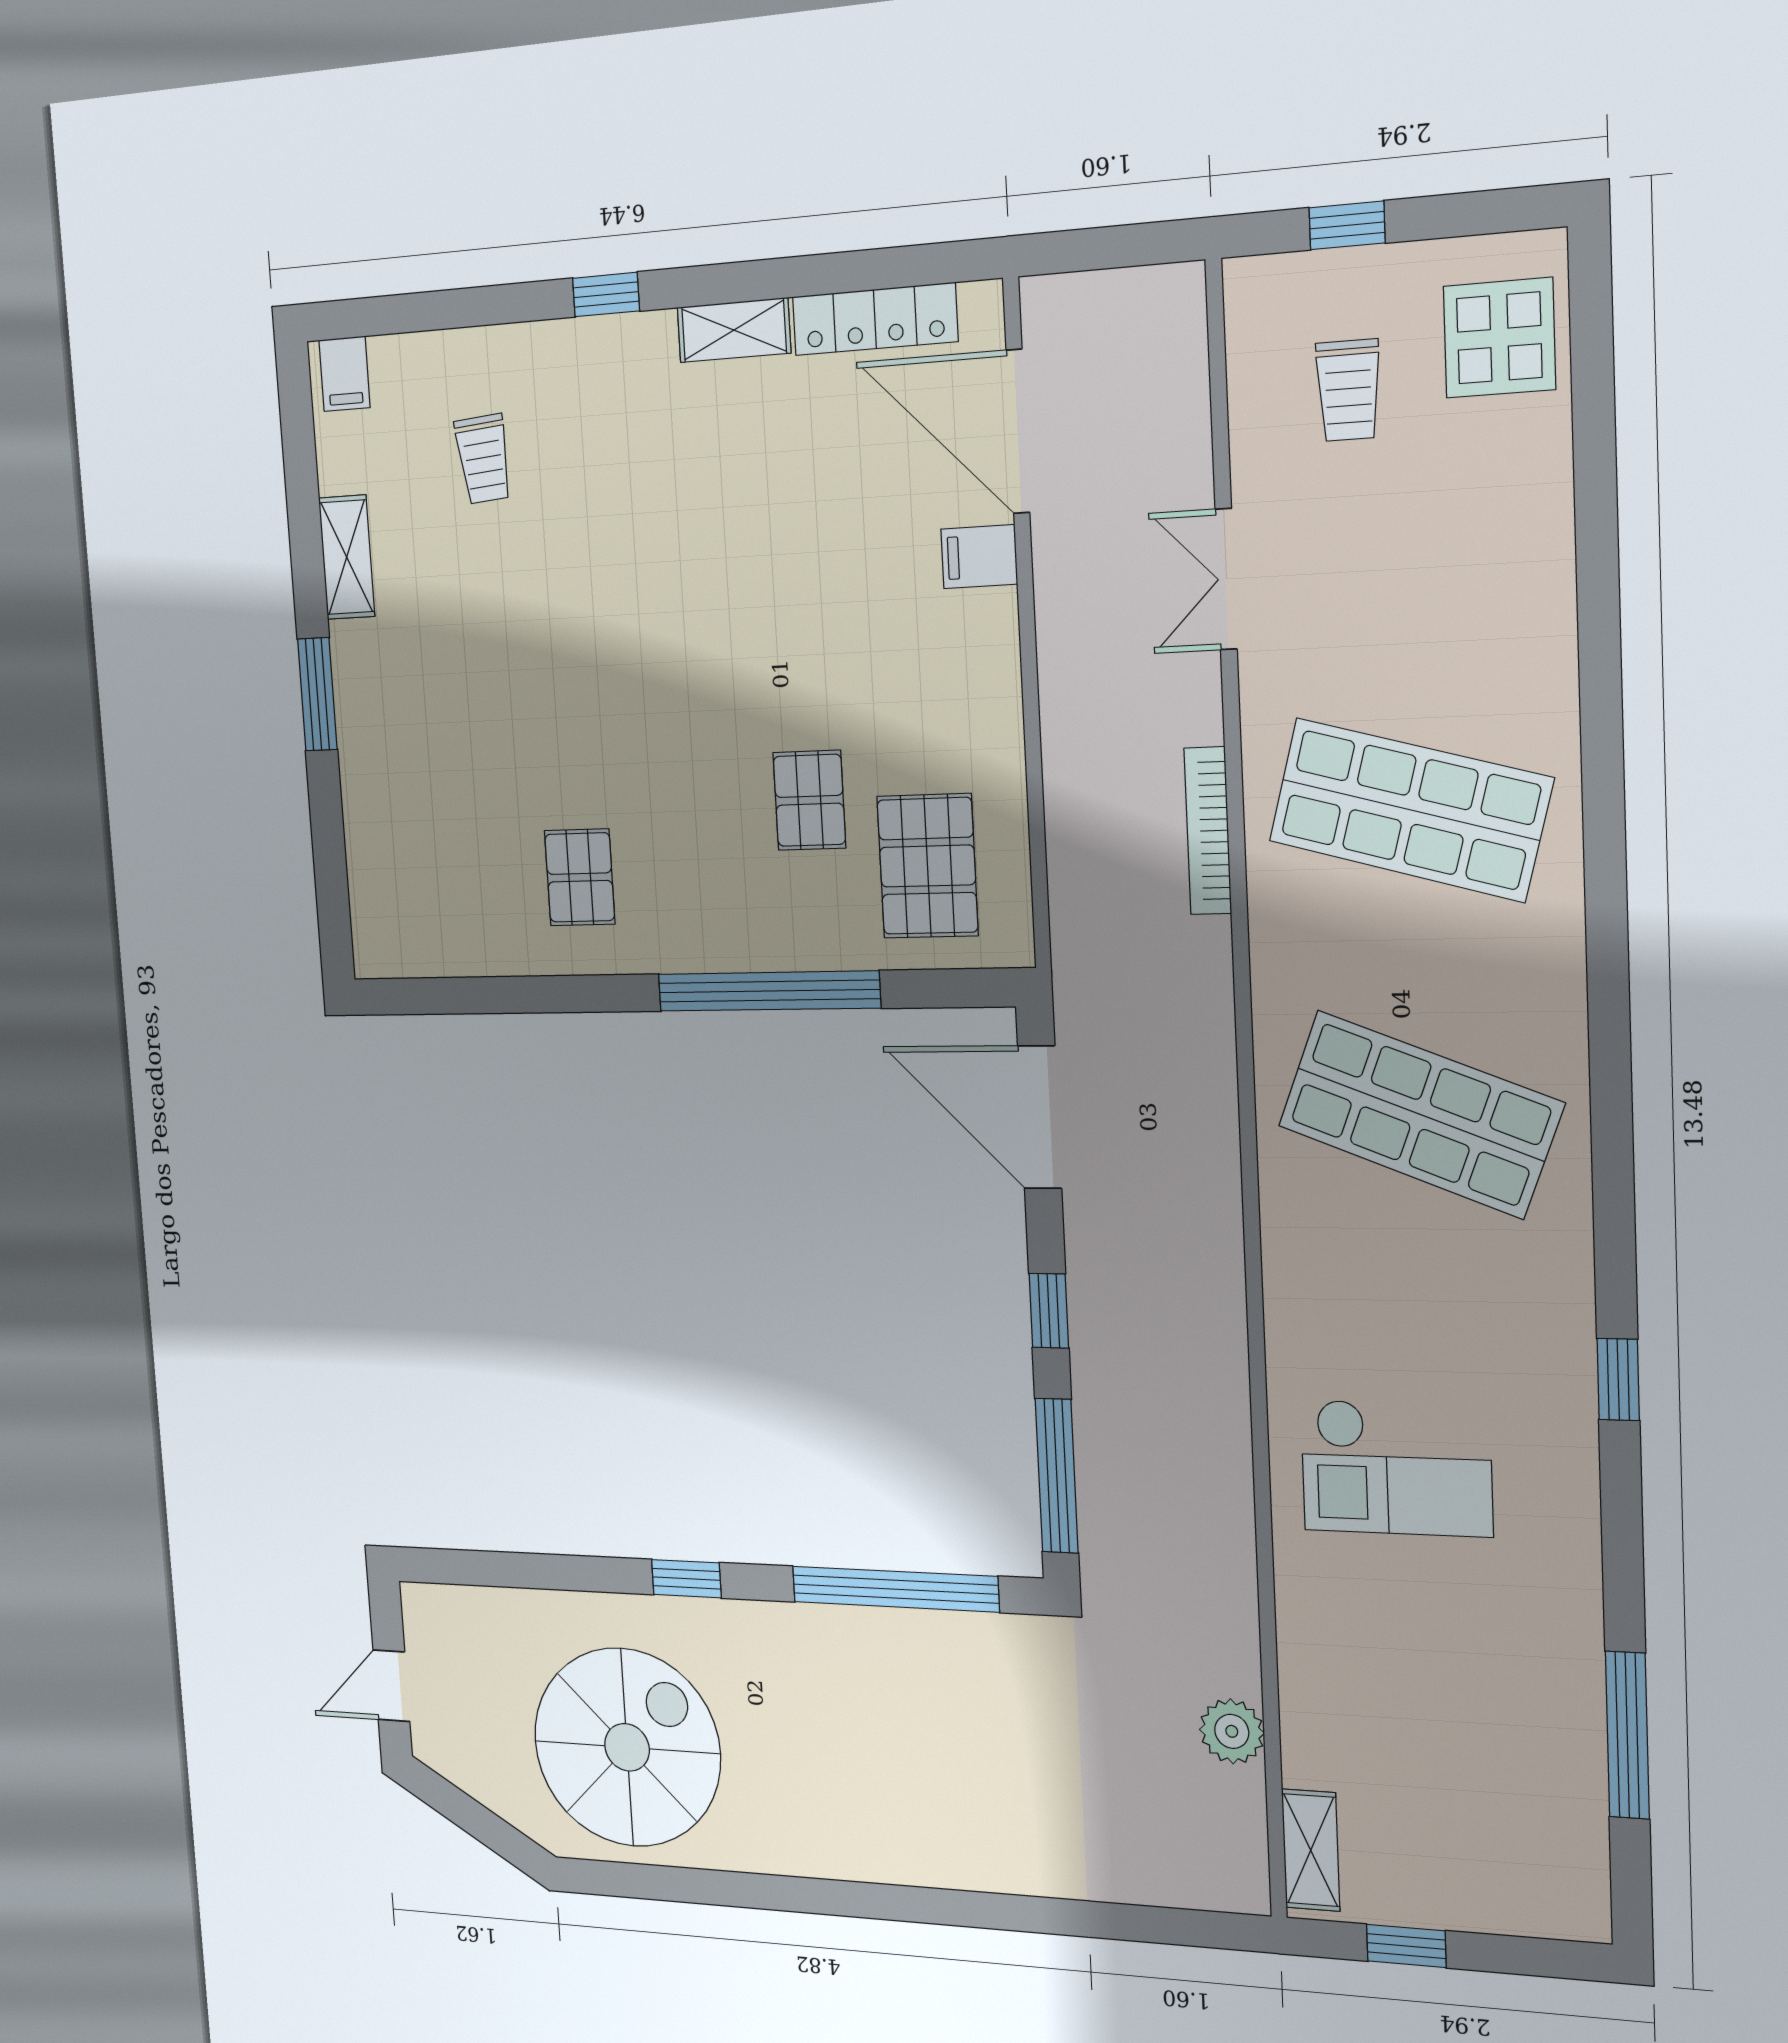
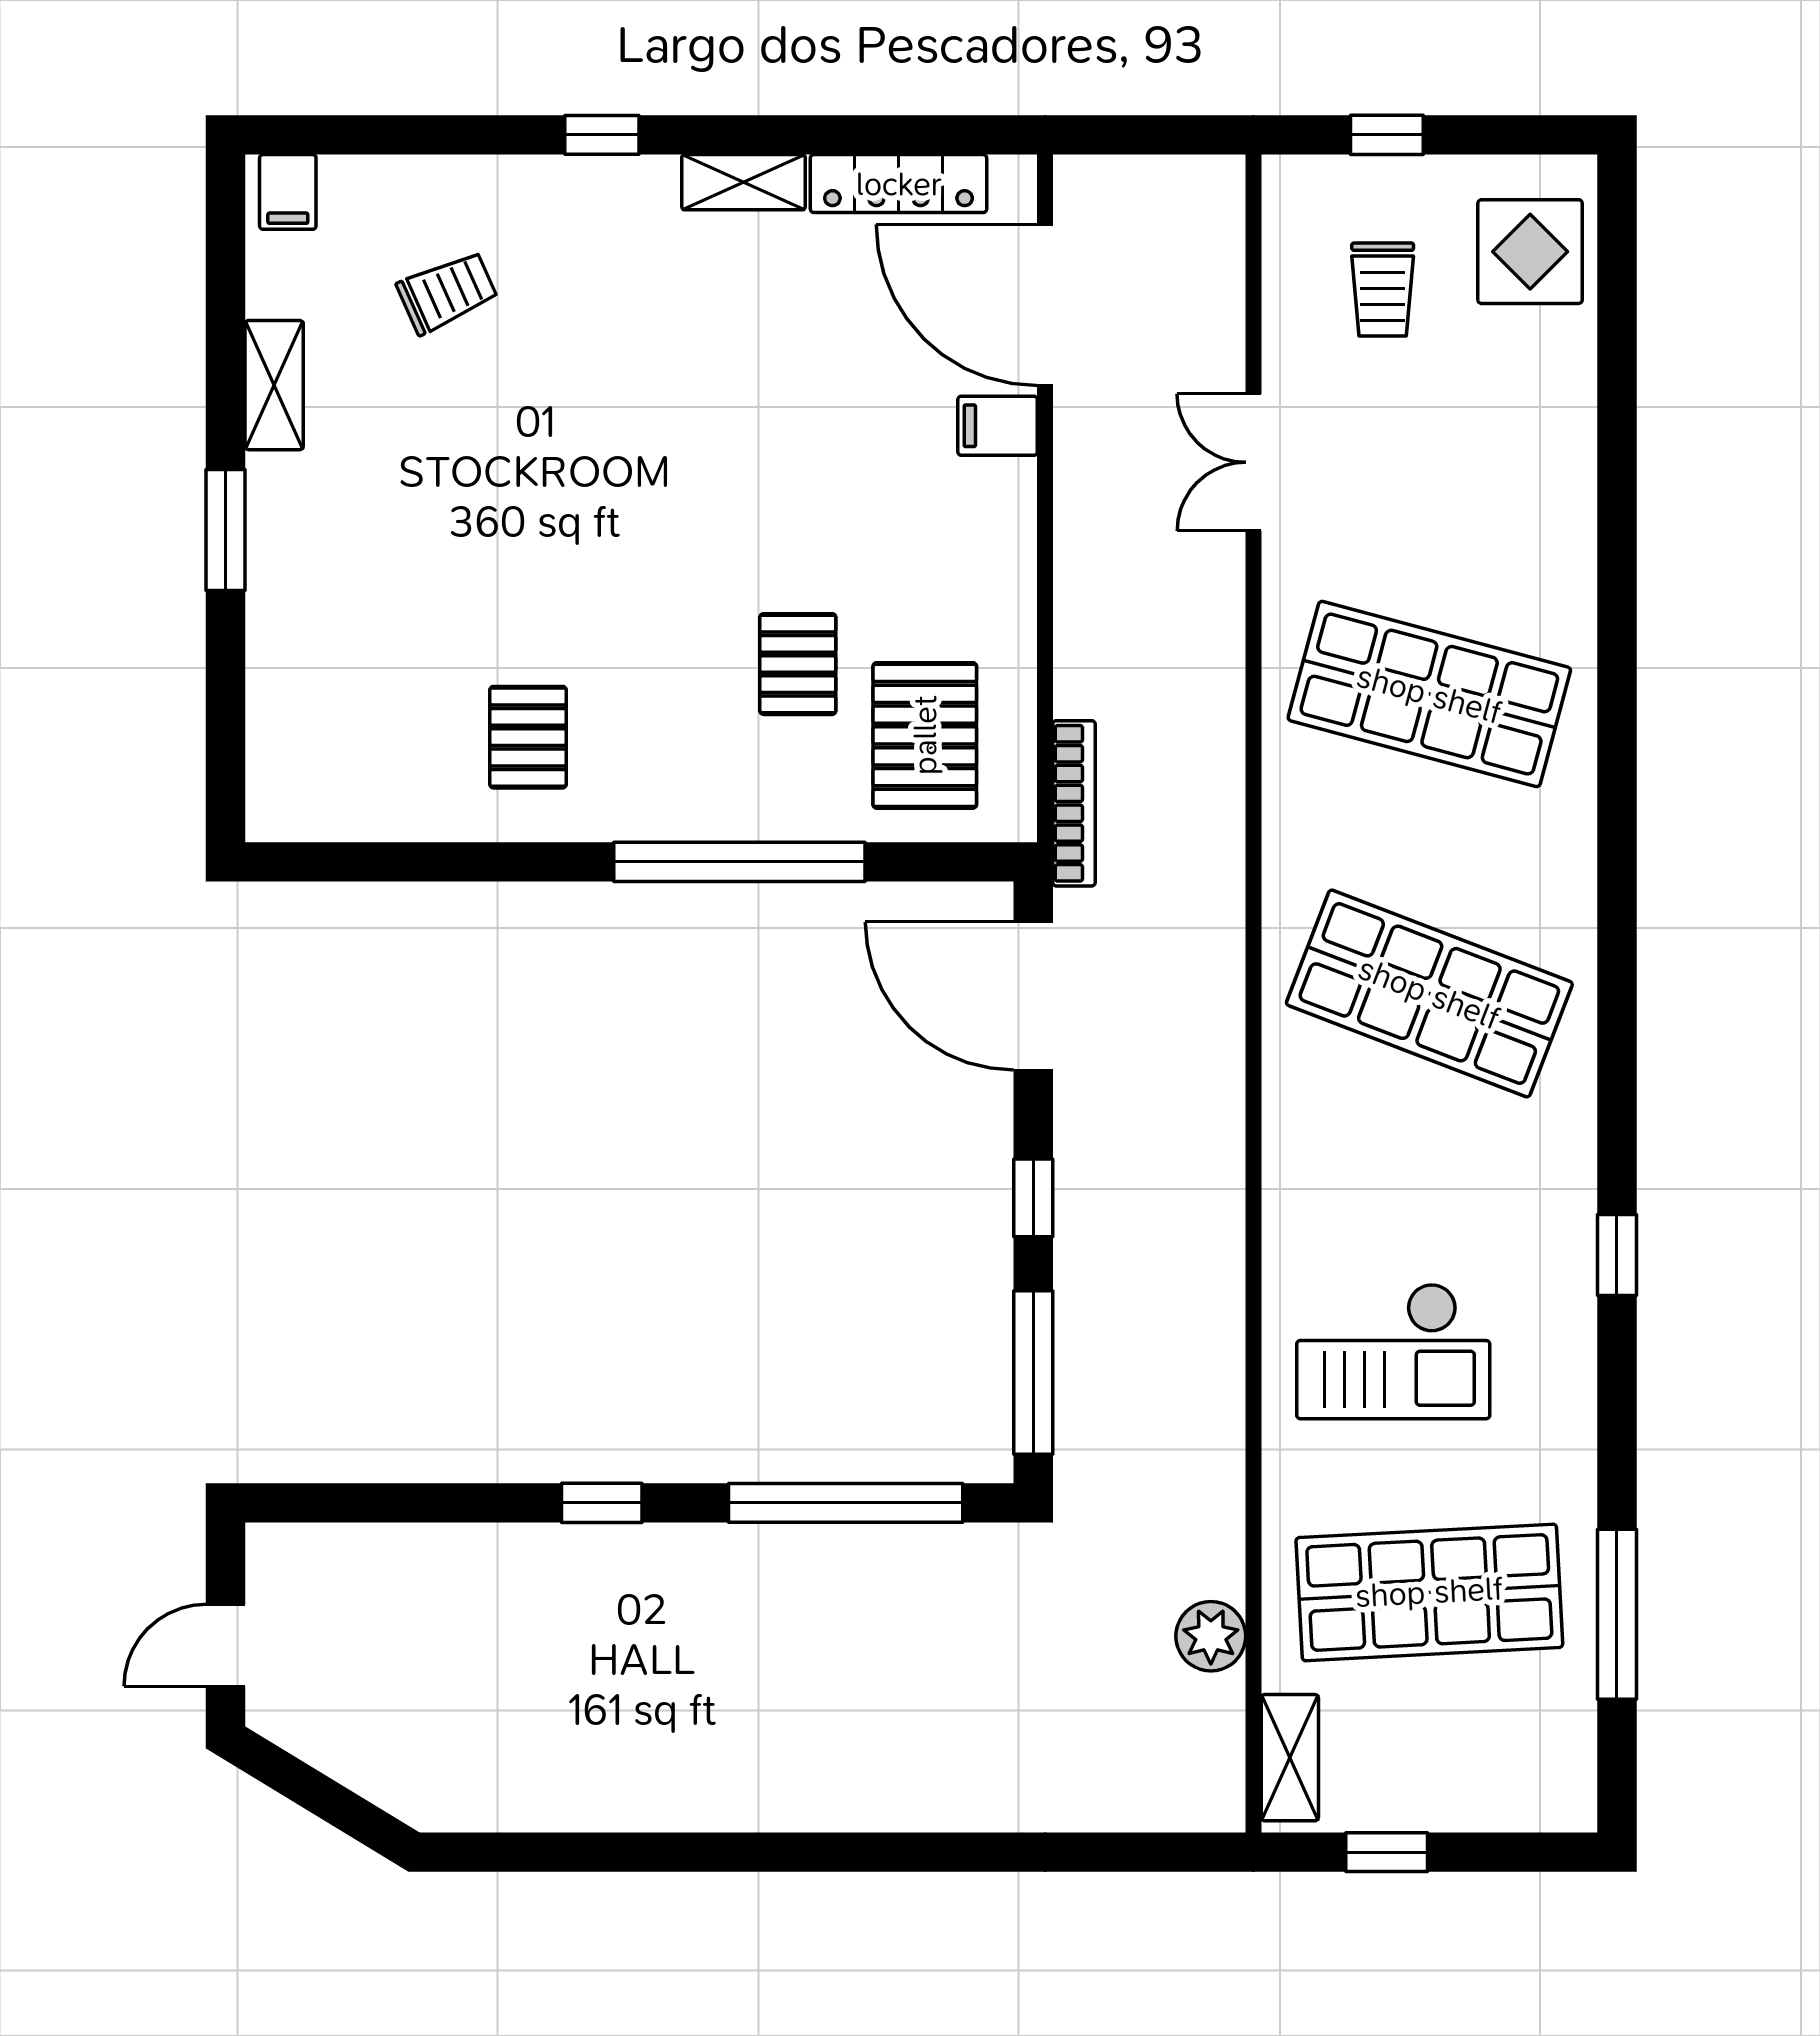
trolley: (484, 459) -> (447, 292), turned -109
bookcase: (1208, 831) -> (1074, 803), moved, turned 180
shop shelf: (1439, 1703) -> (1429, 1592), added
spiral stairs: (627, 1747) -> (517, 1699), removed

